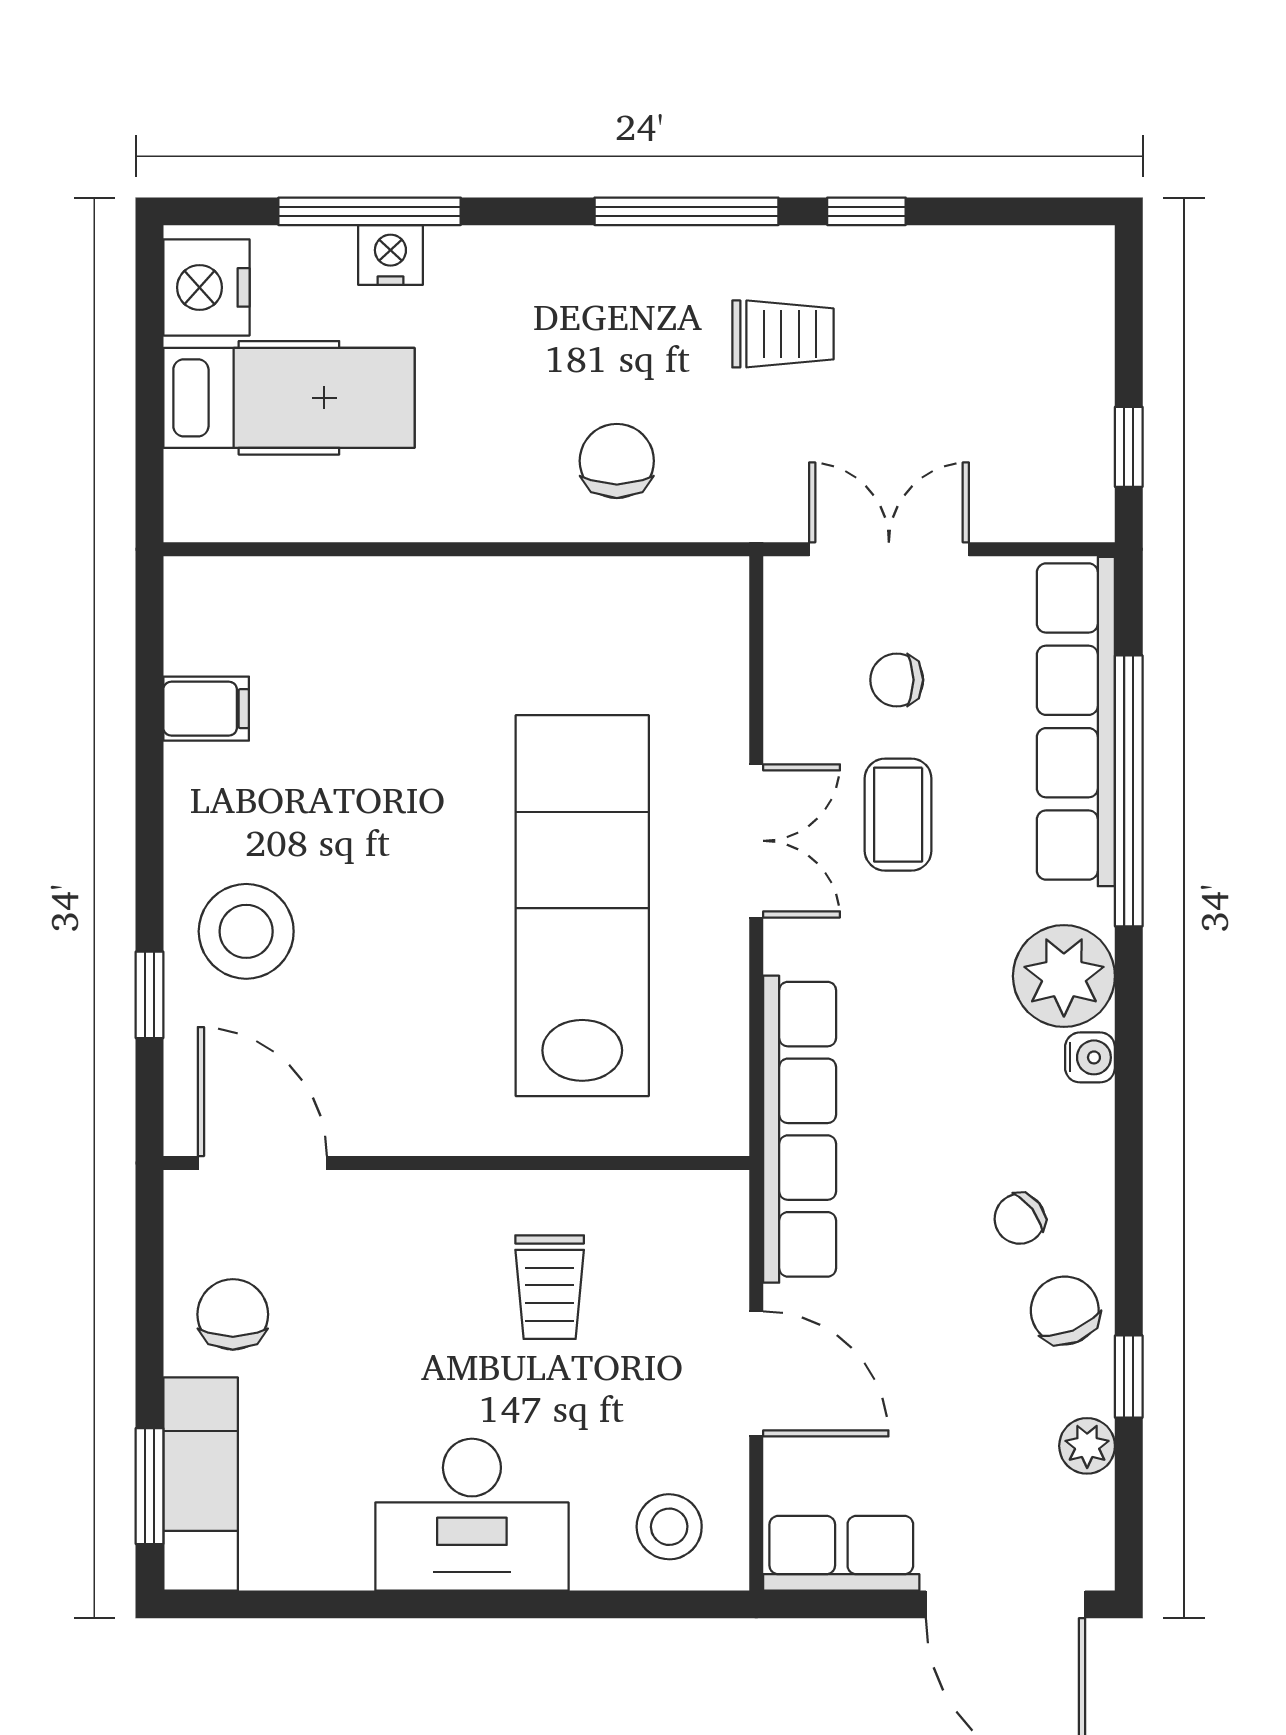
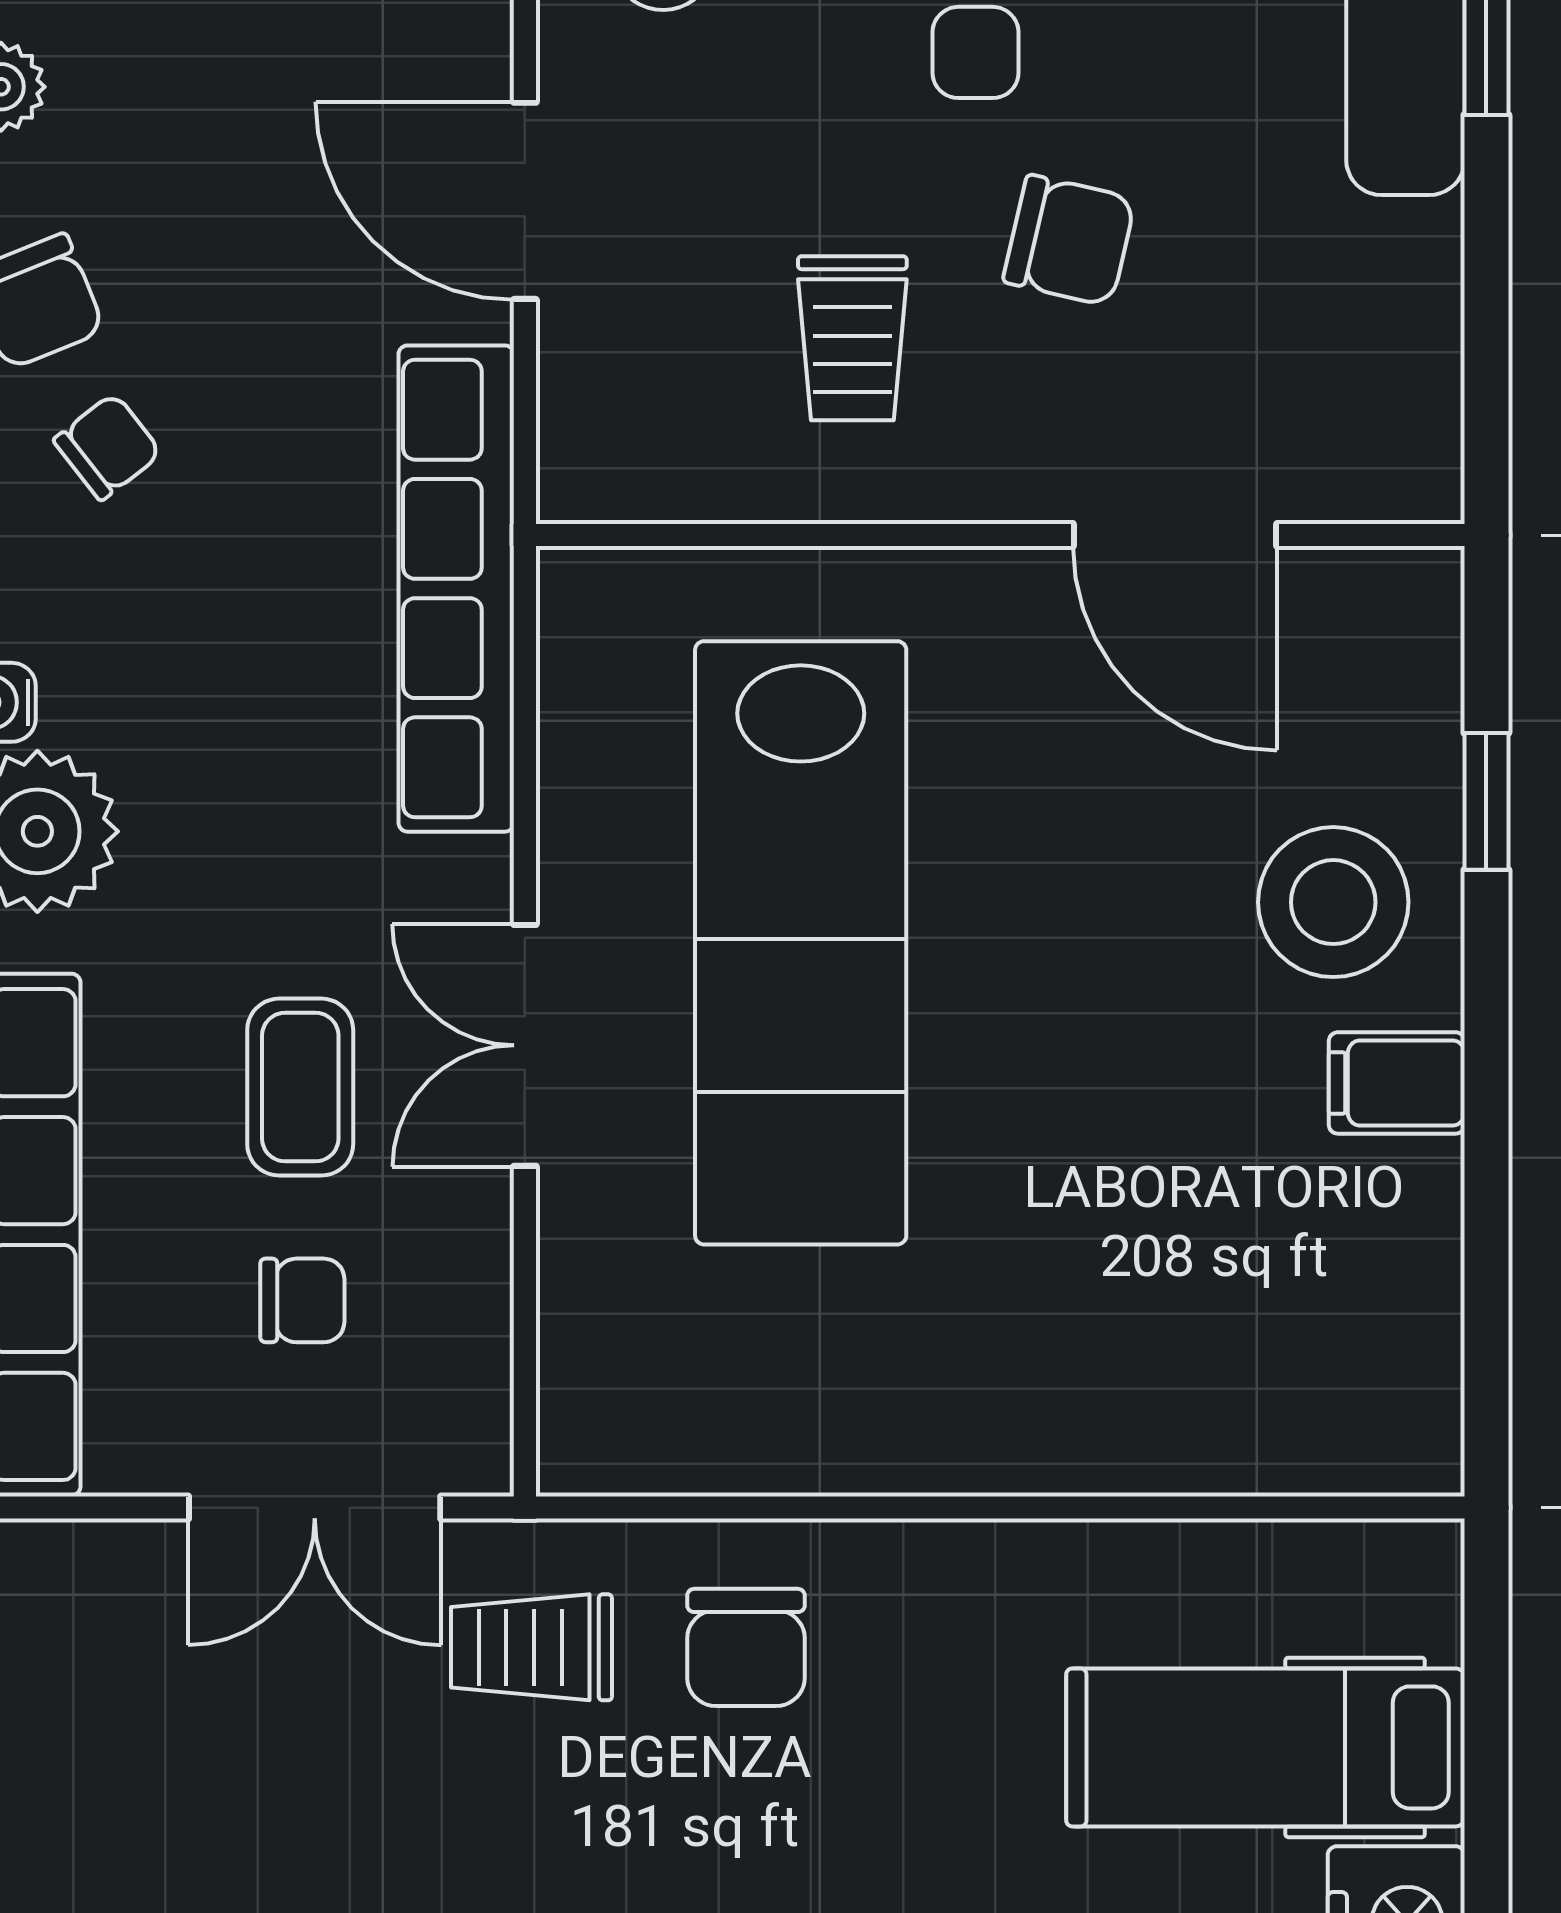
trolley: (783, 334) -> (532, 1647), moved
filing cabinet: (206, 709) -> (1397, 1083), moved
door: (262, 1163) -> (1175, 535), moved
trolley: (550, 1287) -> (852, 338), turned 180
chair: (233, 1314) -> (1069, 240), moved, turned -77

